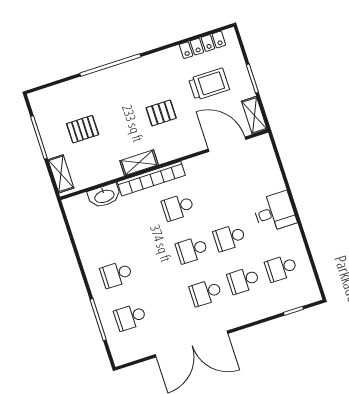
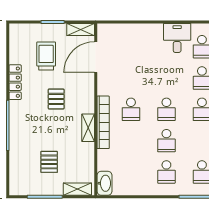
locker: (202, 45) -> (15, 82), moved
washbasin: (104, 196) -> (104, 183), moved
desk: (275, 212) -> (177, 38), moved
school desk: (230, 238) -> (166, 141), moved

